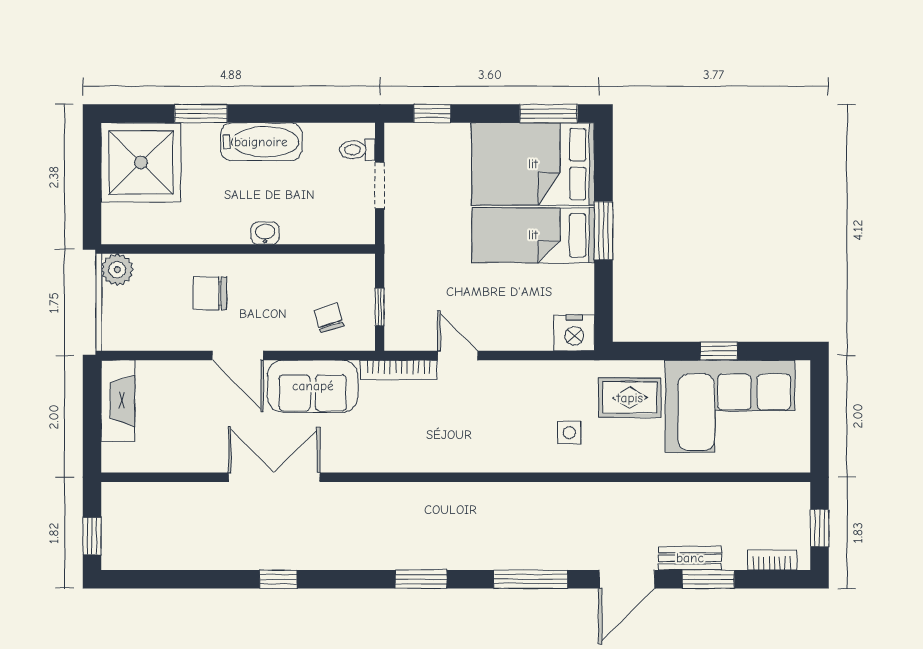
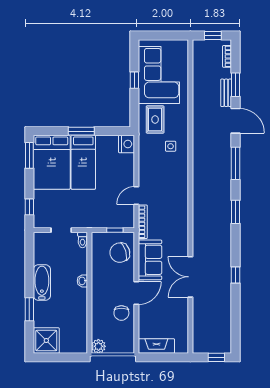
toilet: (357, 150) -> (83, 240), moved
shower: (141, 162) -> (46, 341), width x0.73, depth x0.73
chair: (210, 293) -> (121, 313), moved
chair: (329, 318) -> (120, 253), width x1.87, depth x1.87

